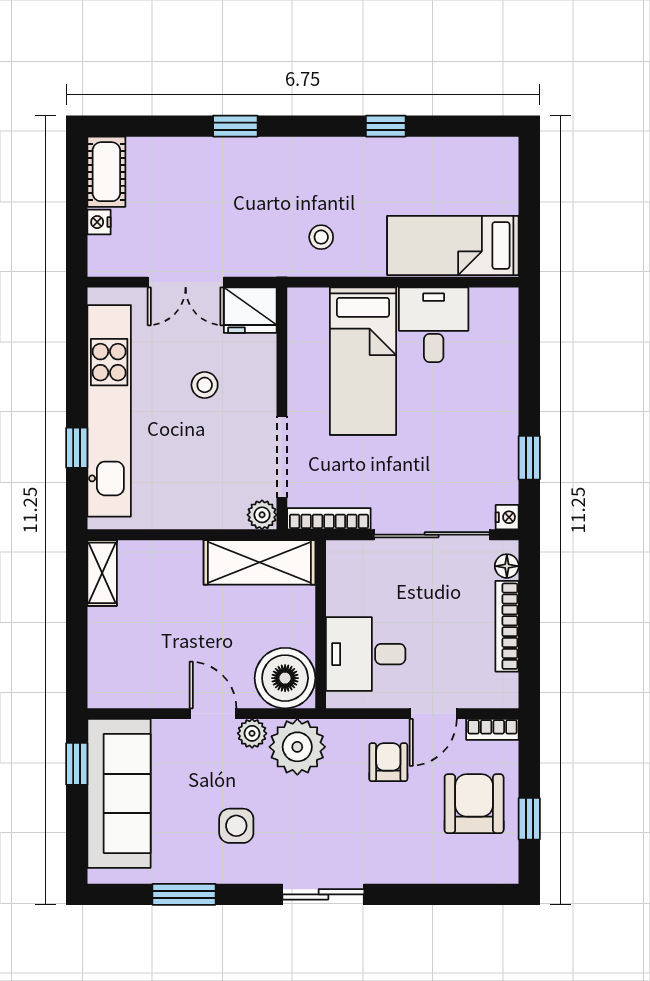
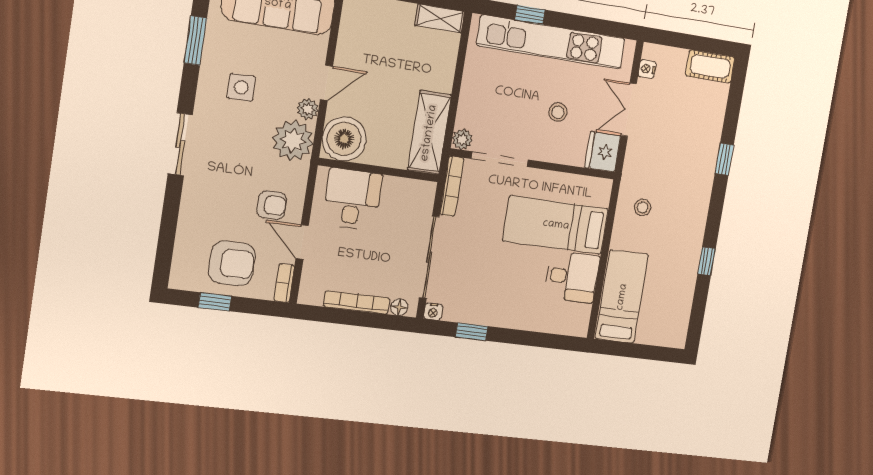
nightstand: (99, 222) -> (647, 69), moved, turned -90

